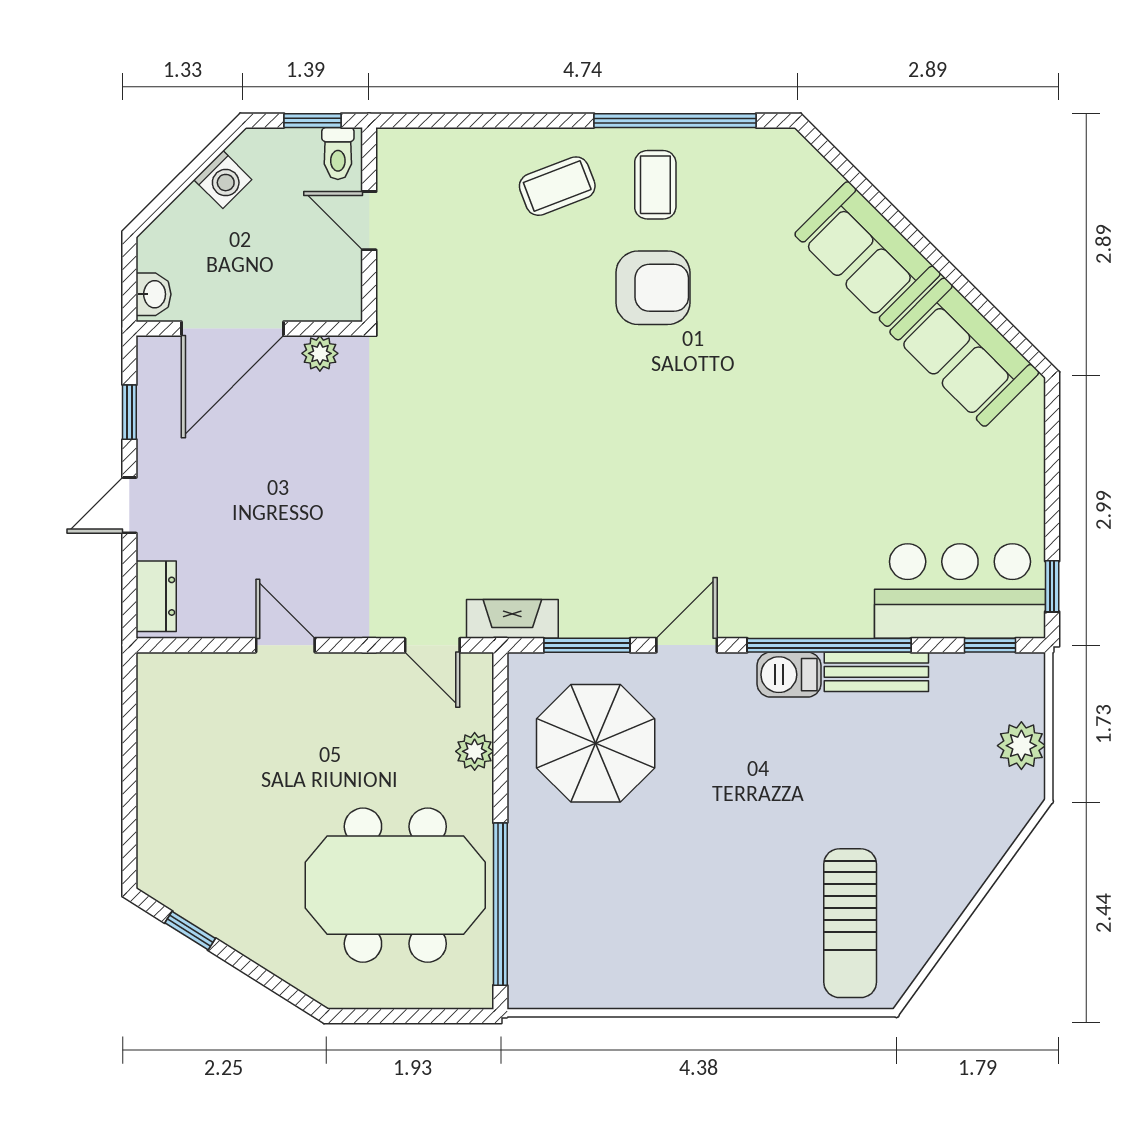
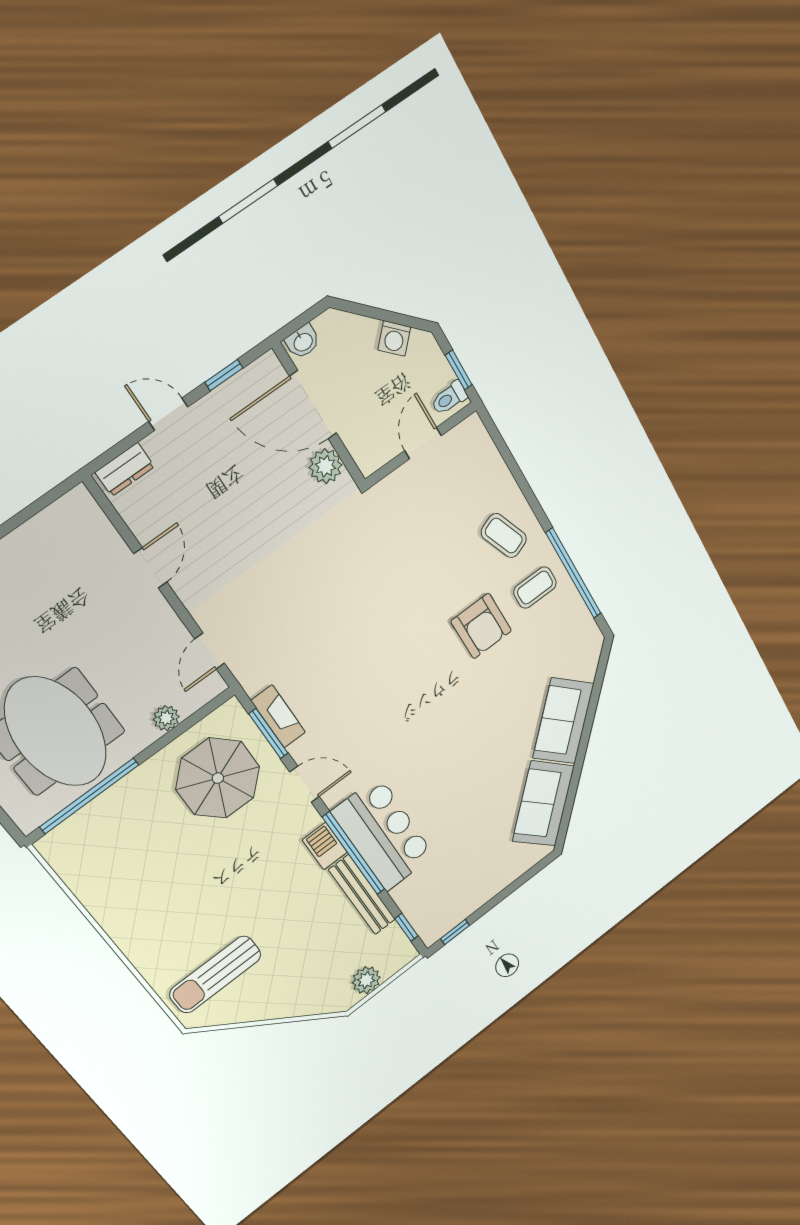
plant: (320, 353) -> (326, 466), width x1.38, depth x1.38
bar counter: (960, 591) -> (383, 834), moved
fireplace: (512, 619) -> (278, 716), moved
bench: (876, 672) -> (362, 895), width x1.36

